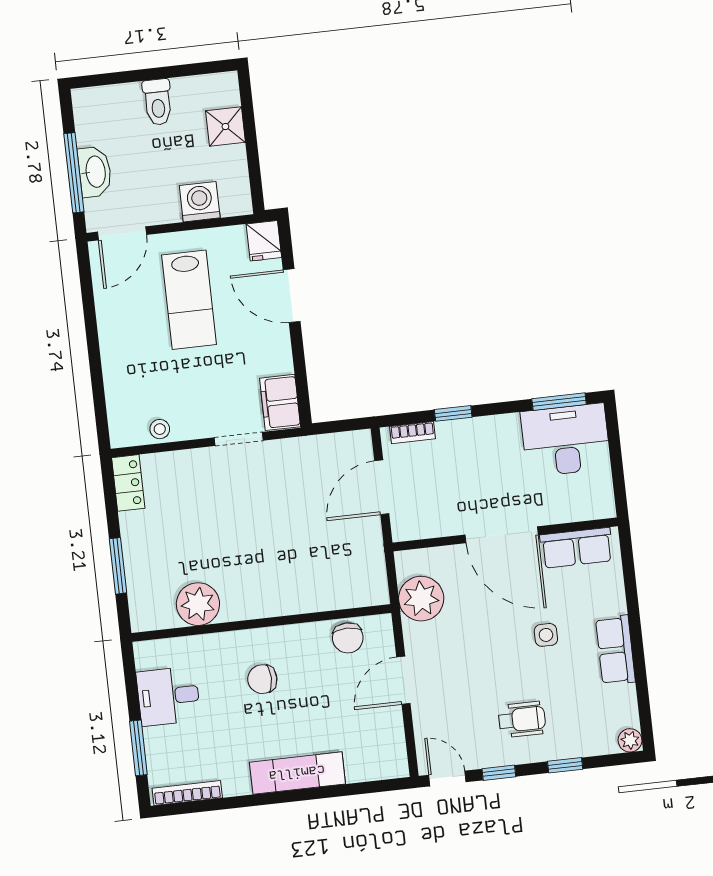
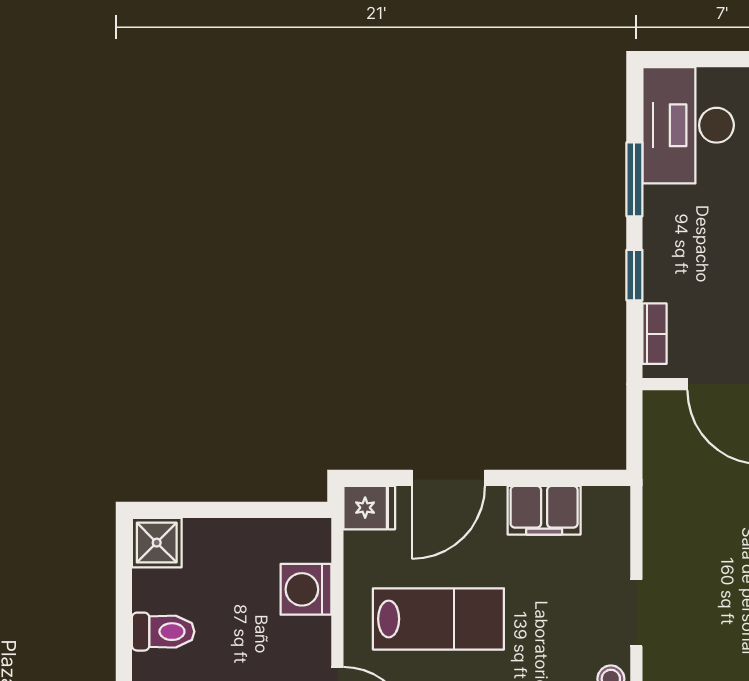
shower: (225, 126) -> (157, 543), moved
filing cabinet: (280, 402) -> (544, 510), moved
window: (559, 402) -> (634, 179), moved
doorway: (239, 439) -> (636, 613), moved

